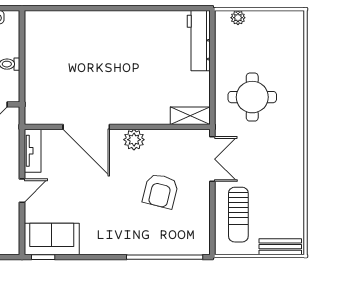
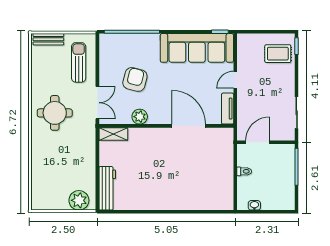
plant: (238, 18) -> (79, 200), width x1.87, depth x1.87
round table: (252, 97) -> (55, 113), moved
plant: (134, 140) -> (140, 117), moved
double door: (212, 159) -> (97, 103), swing flipped
sofa: (52, 239) -> (197, 48), width x1.85, depth x1.27

